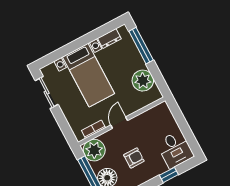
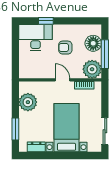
window: (141, 46) -> (15, 129), width x0.69
door: (119, 123) -> (62, 80), swing flipped
desk: (175, 149) -> (36, 38), width x1.37

